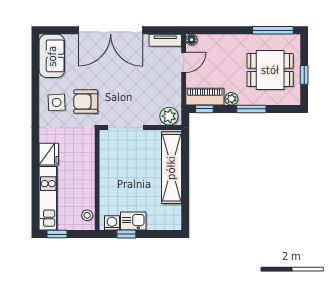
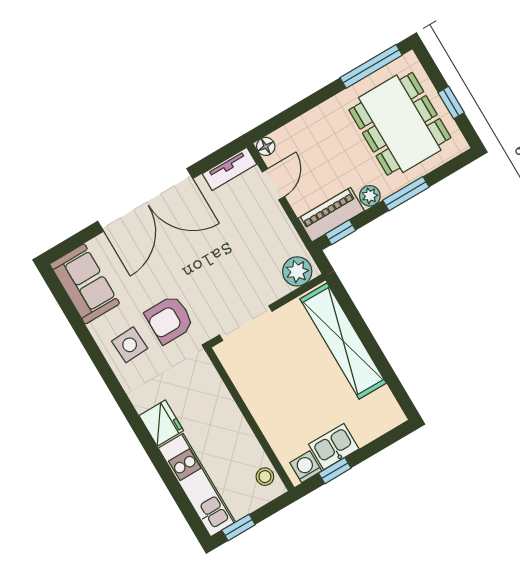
dining table: (270, 70) -> (400, 124), width x1.37

